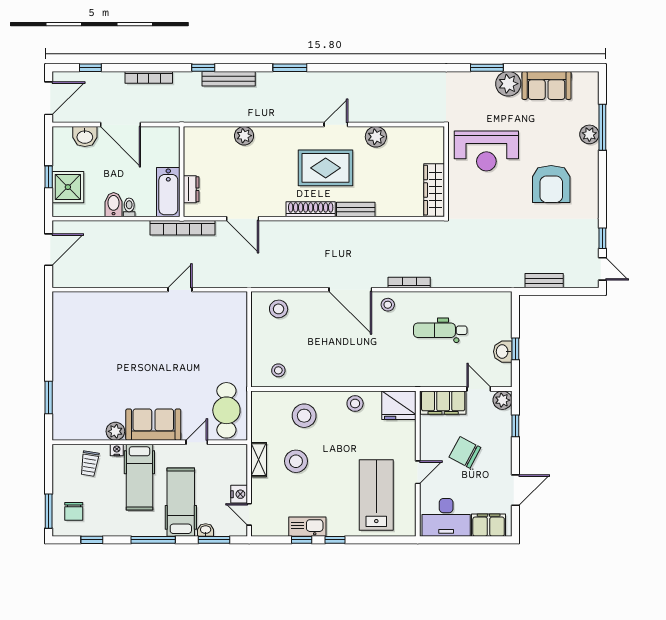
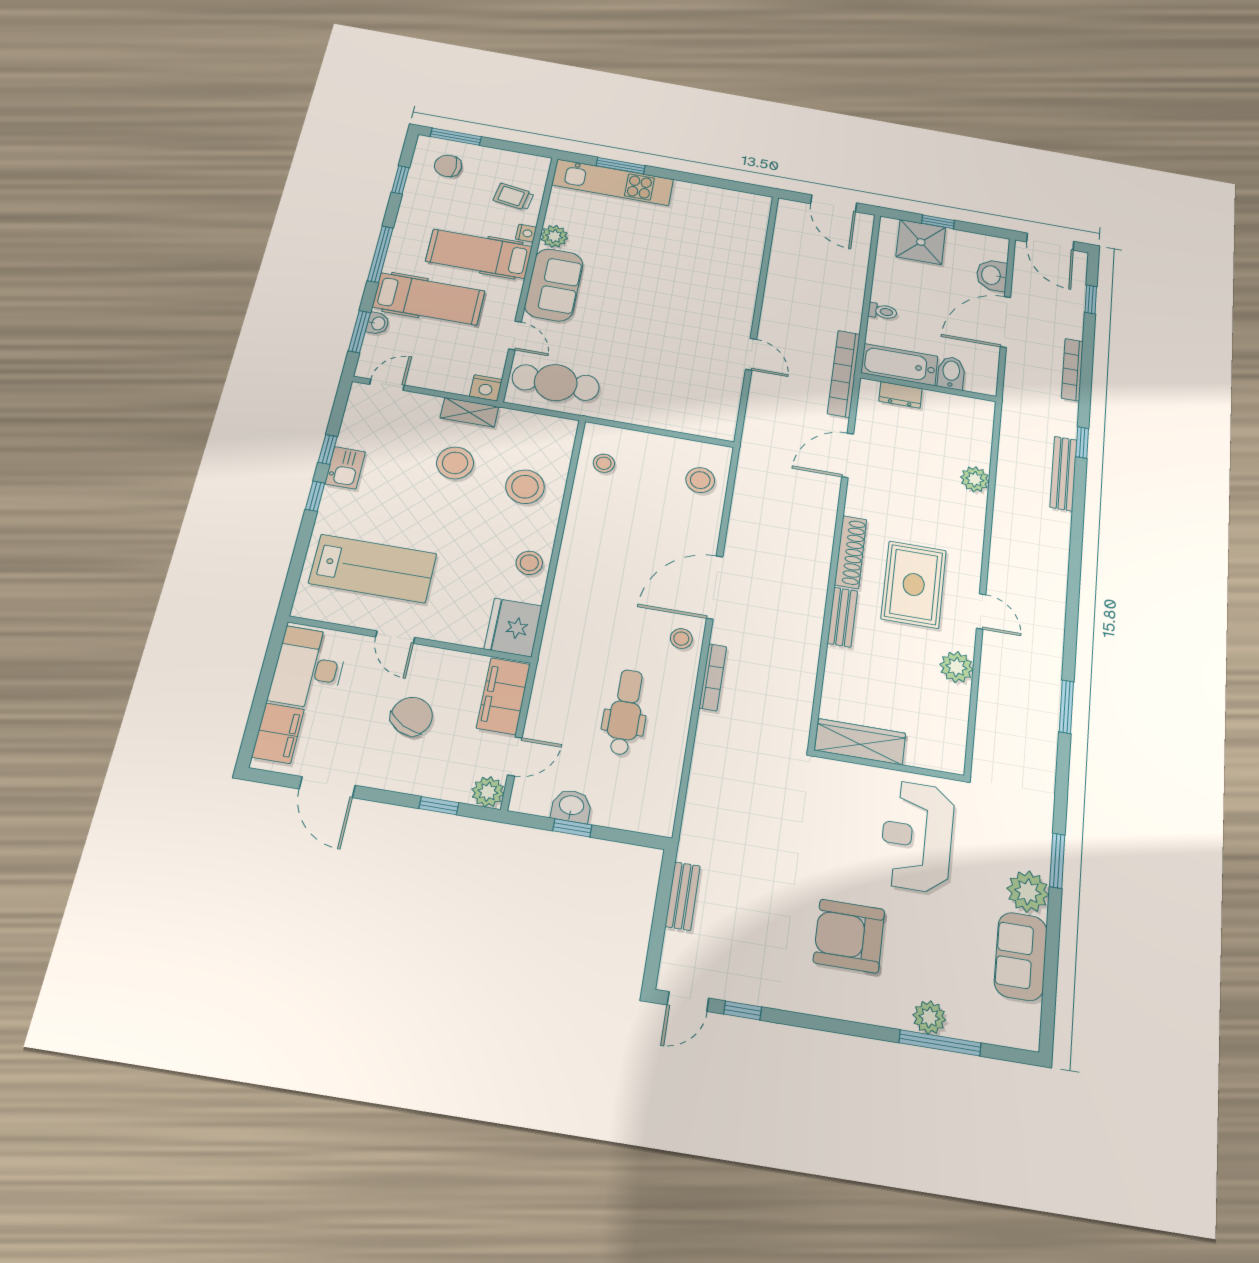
window: (290, 68) -> (1066, 707), moved
bidet: (114, 205) -> (951, 373), moved, turned -90
kitchen unit: (63, 400) -> (613, 182), added
nightstand: (239, 494) -> (486, 388), moved
kitchen sink: (307, 527) -> (345, 468), width x0.73

